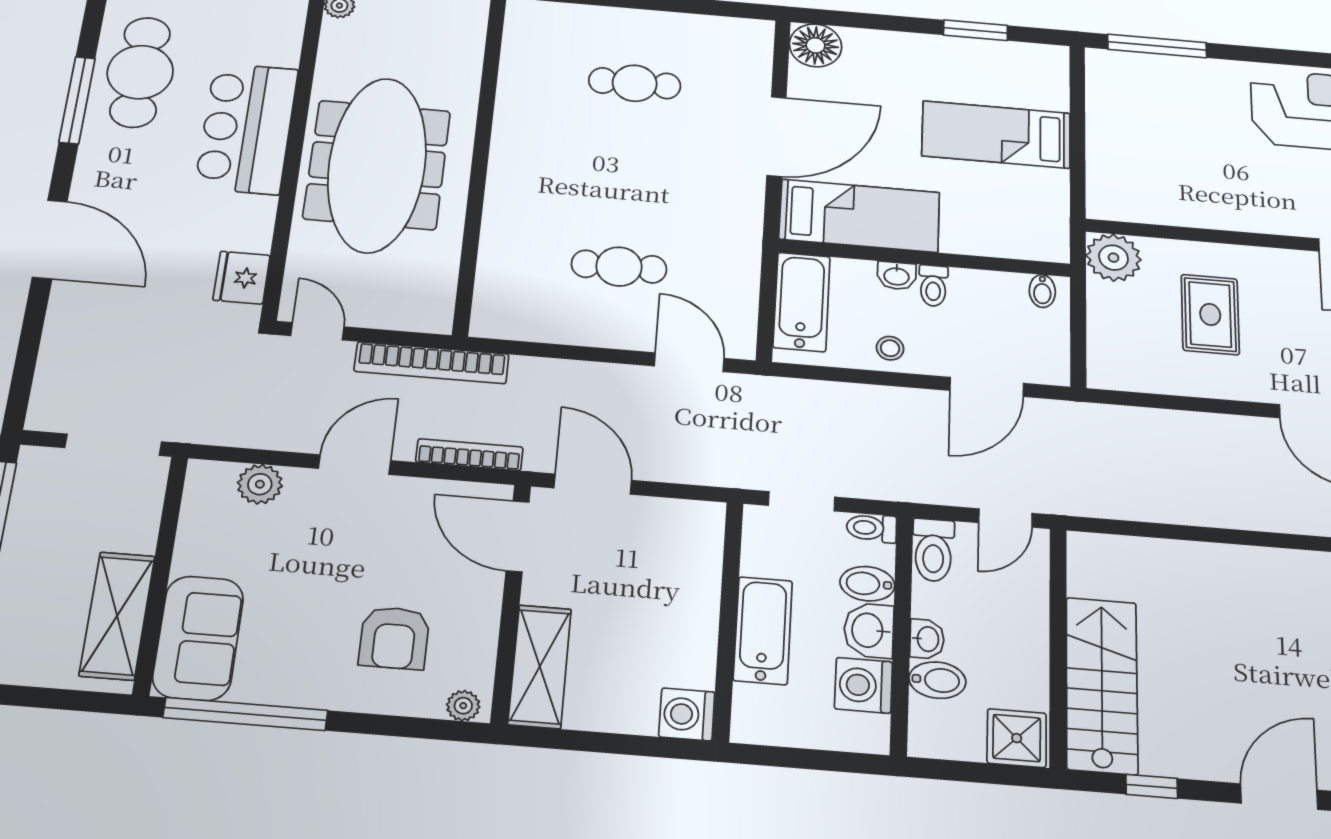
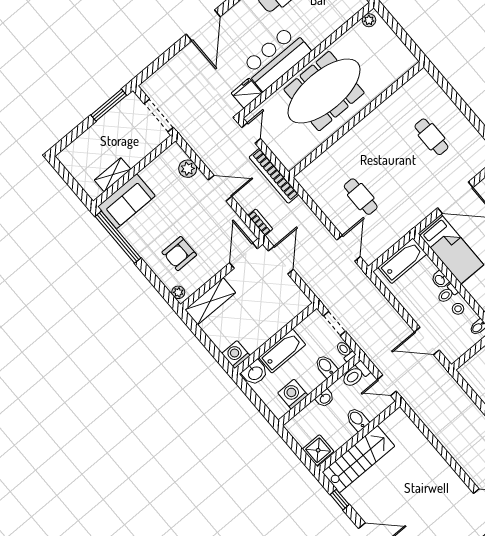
bar counter: (247, 128) -> (276, 58), moved
stool: (890, 348) -> (458, 309), moved
bookcase: (469, 455) -> (260, 222), width x0.64
shelving: (117, 616) -> (113, 175), width x0.67, depth x0.75
washbasin: (869, 630) -> (255, 373), moved, turned 180
bidet: (937, 680) -> (357, 419), moved, turned 180

